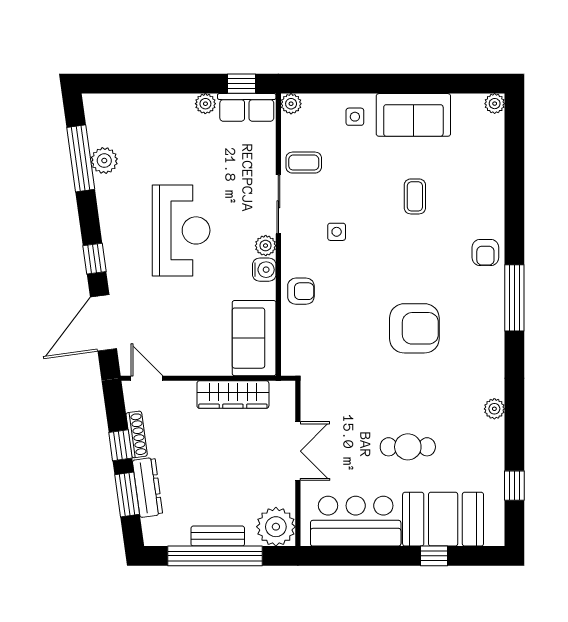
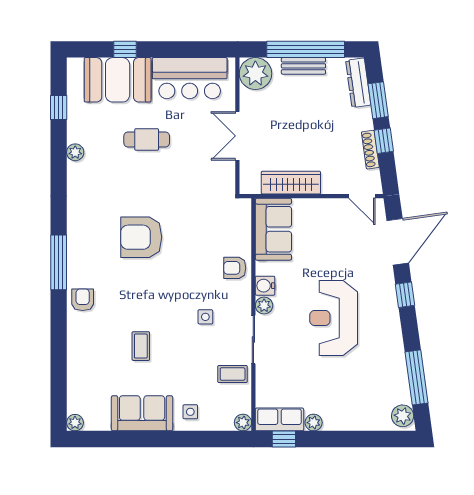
plant: (104, 161) -> (403, 416), moved
plant: (494, 409) -> (75, 152), moved
dresser: (148, 487) -> (358, 83), moved

